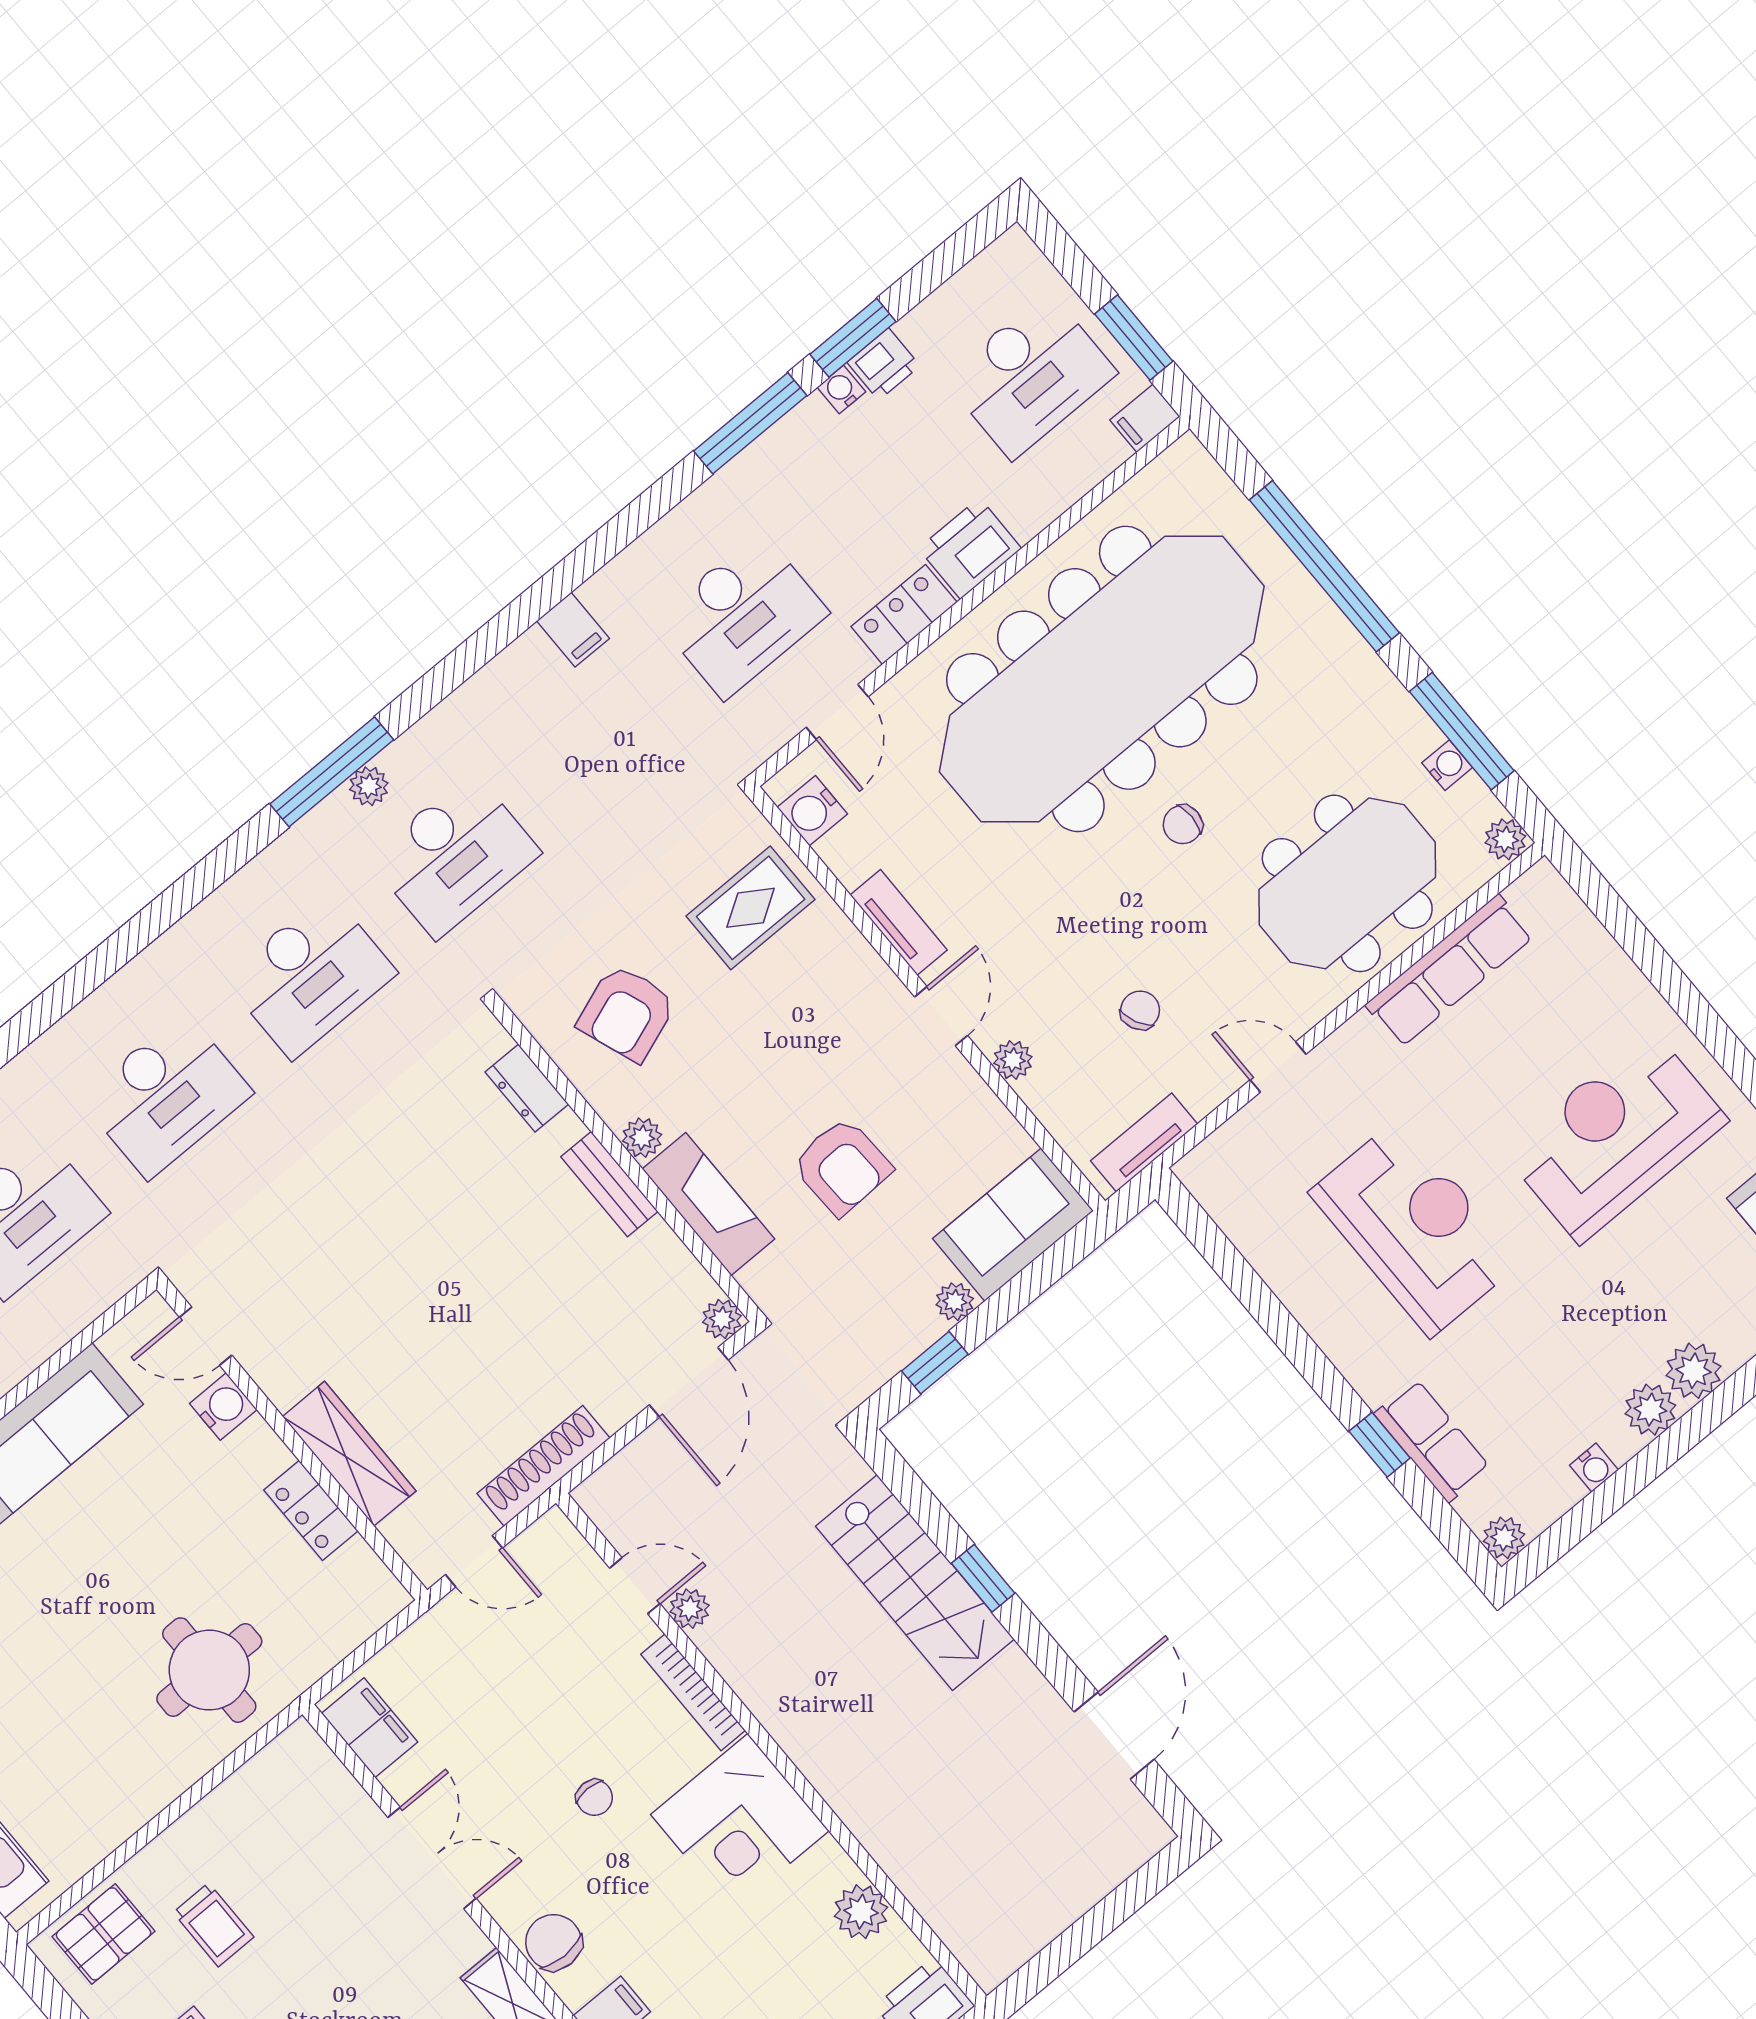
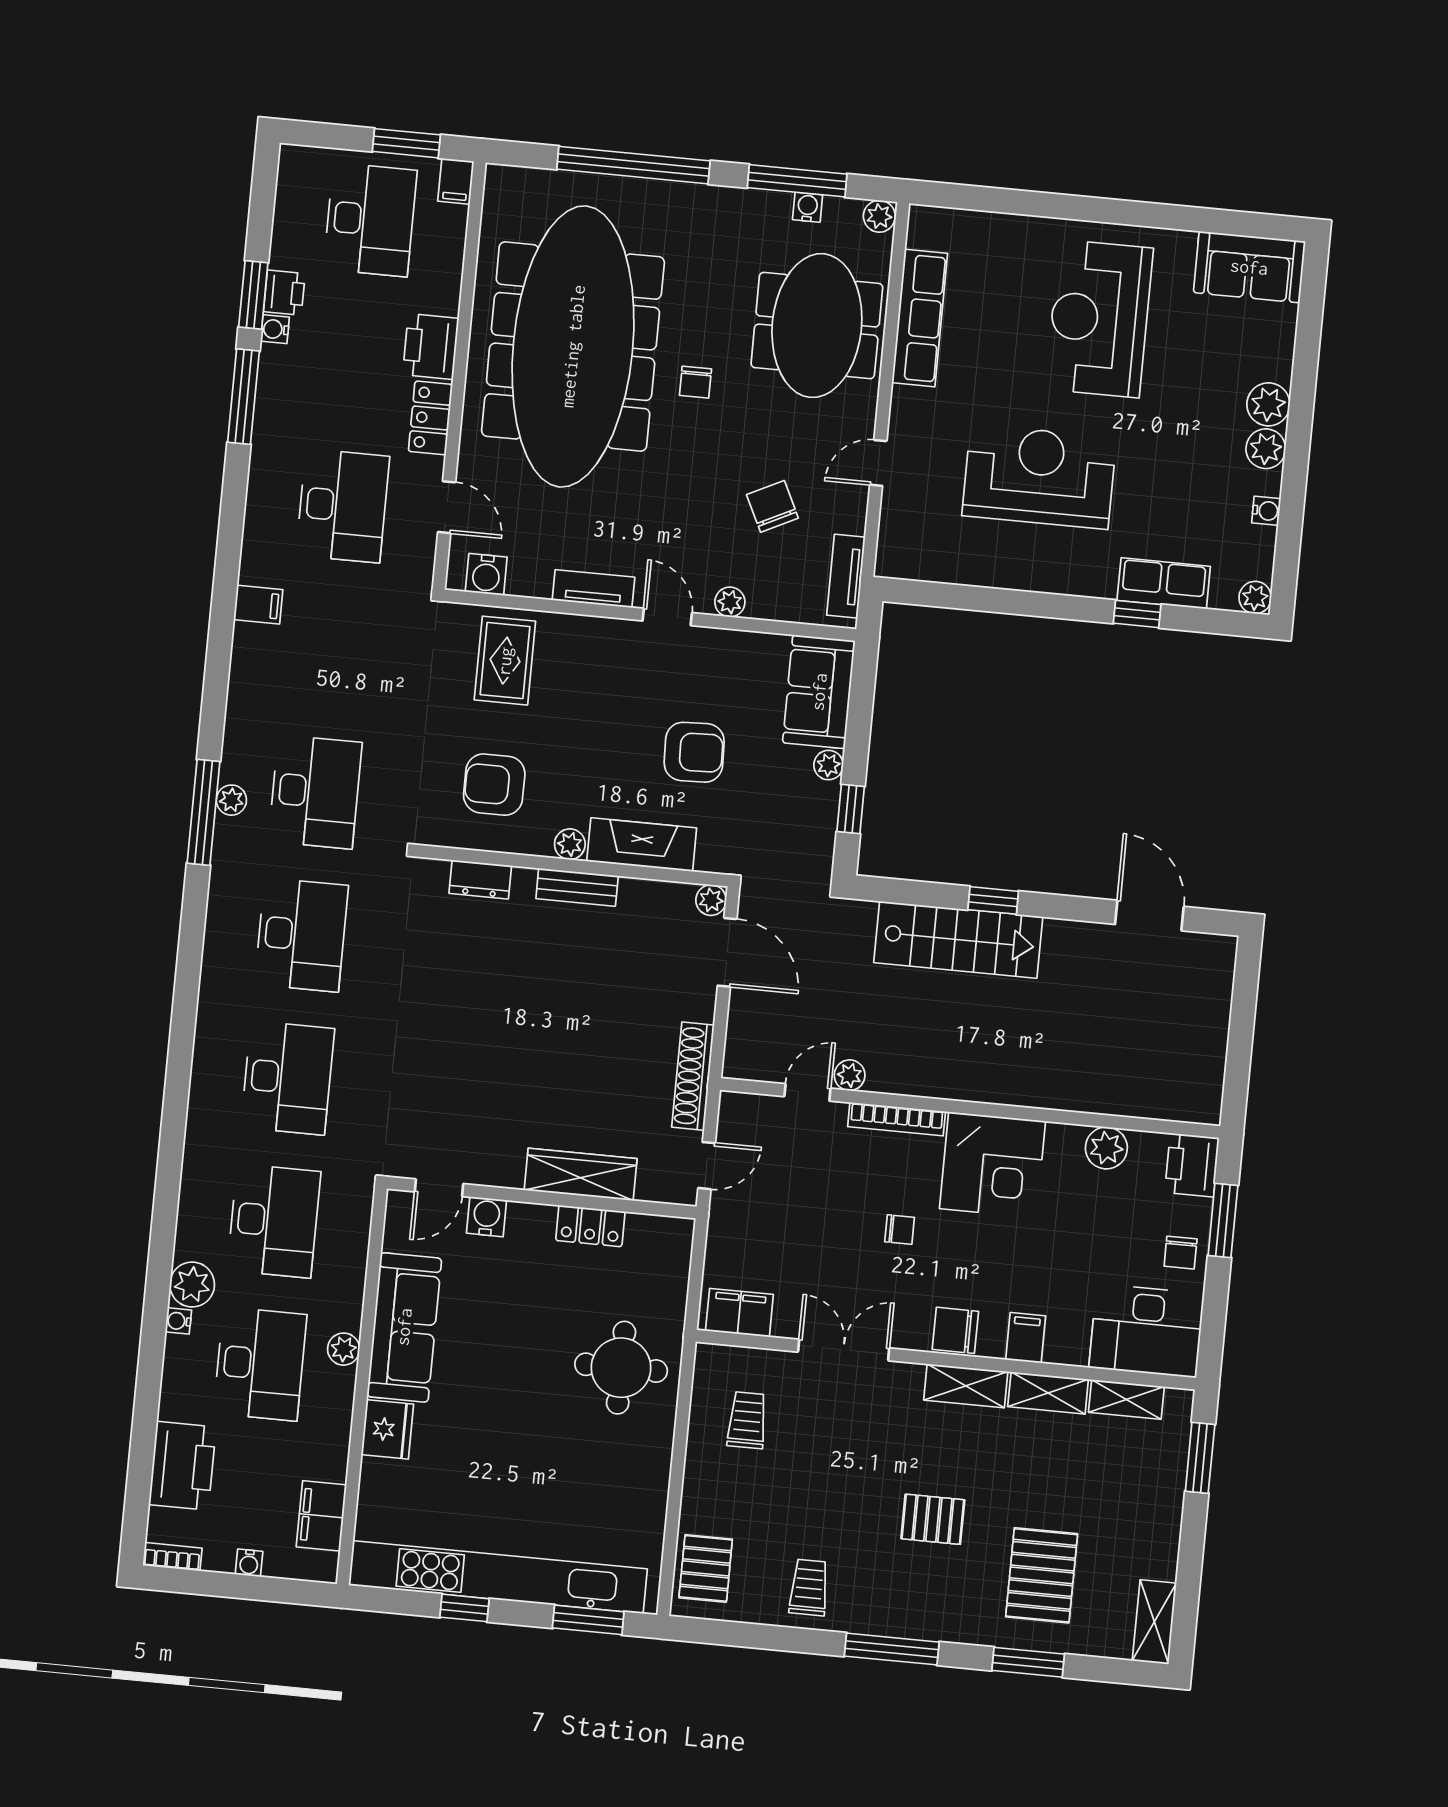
chair: (1140, 1010) -> (772, 506), width x1.37, depth x1.37
armchair: (627, 1013) -> (494, 785), turned 110
trolley: (213, 1925) -> (747, 1420), moved, turned -90

